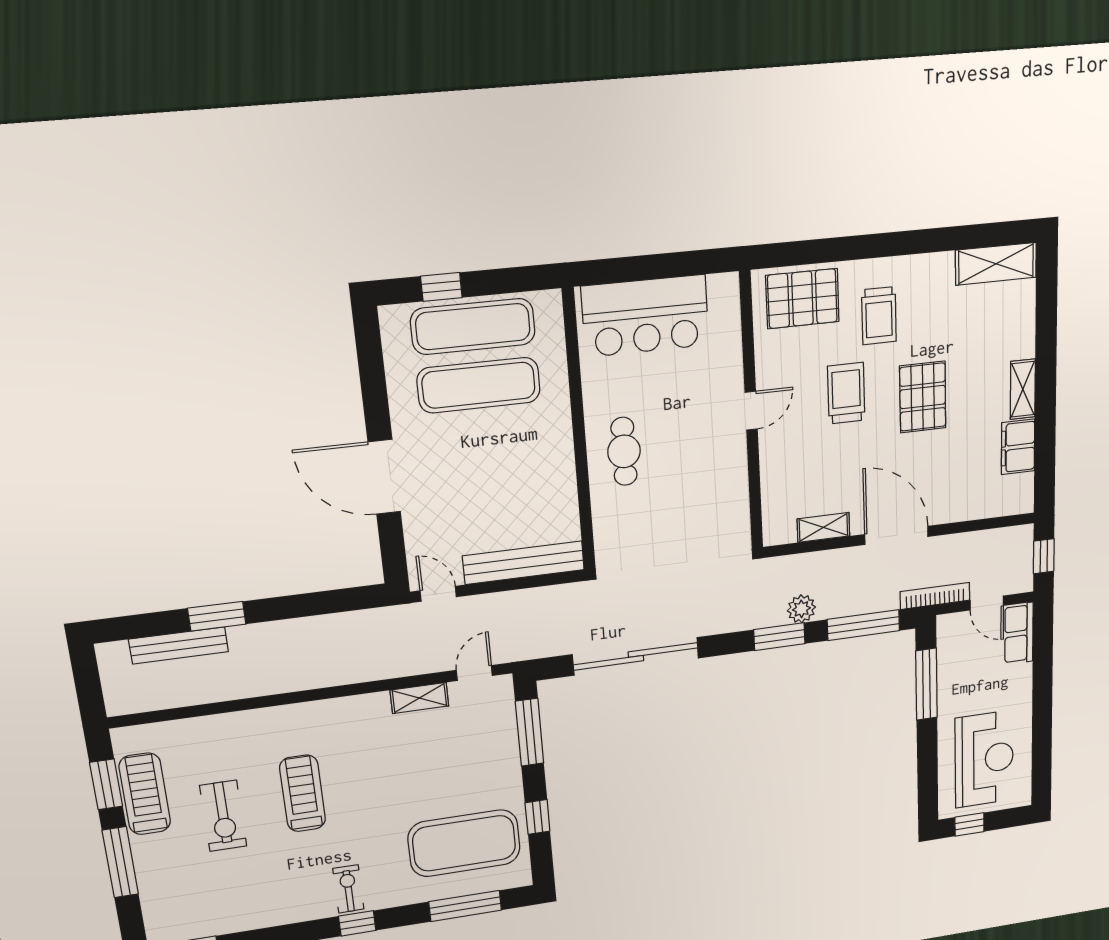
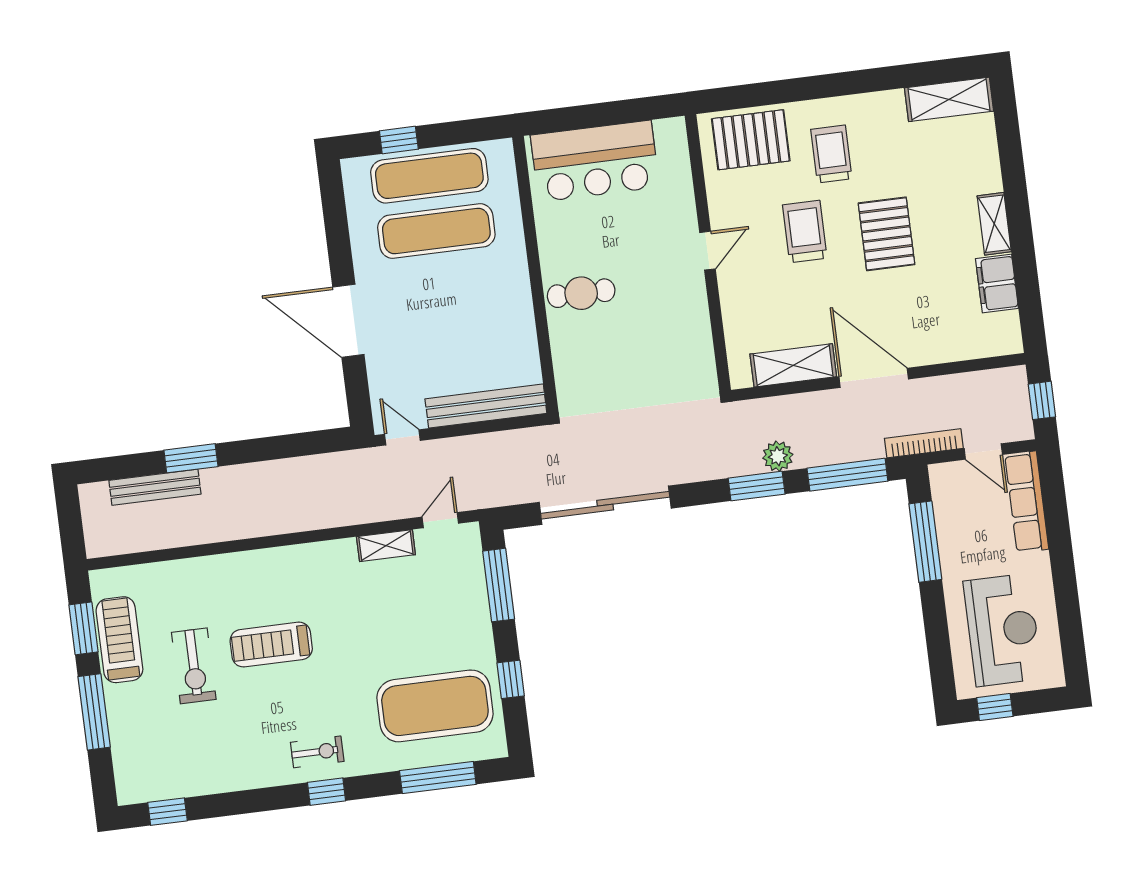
trolley: (879, 316) -> (831, 154), turned 180
cafe table: (624, 451) -> (581, 293), turned 90
shelving: (823, 527) -> (793, 365), width x1.50, depth x1.33
row of seats: (1019, 633) -> (1027, 502), width x1.48
treadmill: (303, 793) -> (271, 645), turned -90
exercise bike: (348, 889) -> (317, 752), turned 90

